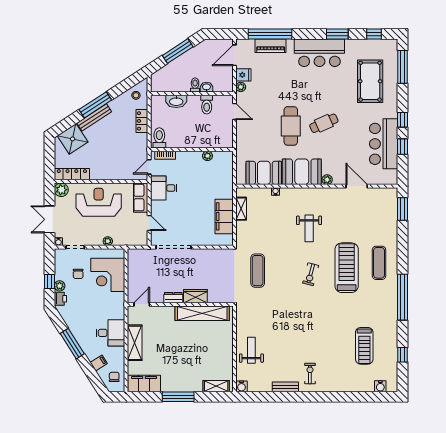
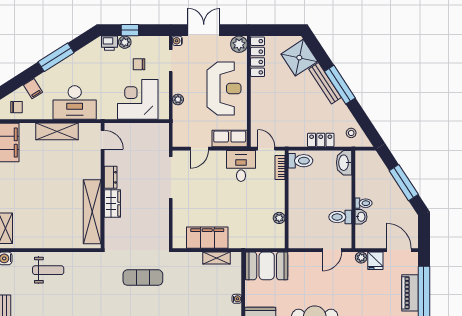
washbasin: (176, 101) -> (344, 163), moved
booth: (264, 173) -> (267, 266), moved, turned 90
desk: (110, 333) -> (75, 103), width x1.37

